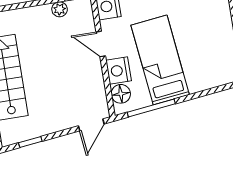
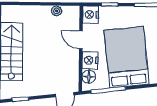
bed: (160, 60) -> (127, 57), width x1.50

